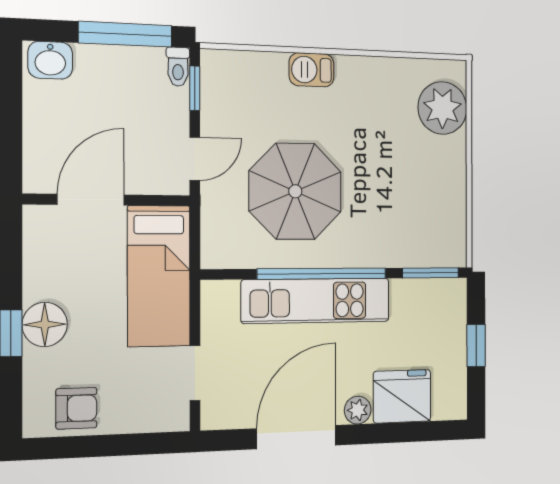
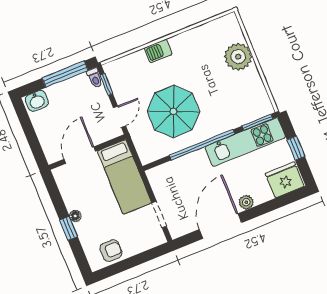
plant: (442, 108) -> (238, 57), moved
kitchen unit: (316, 301) -> (245, 142), moved
floor lamp: (45, 324) -> (75, 216), width x0.53, depth x0.53
fridge: (402, 396) -> (285, 180), moved

